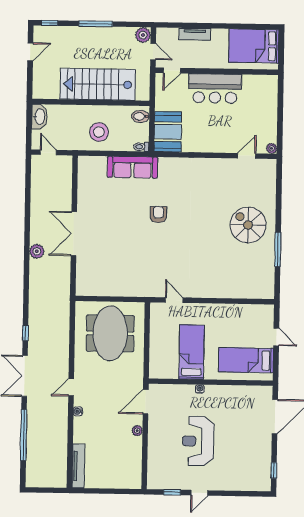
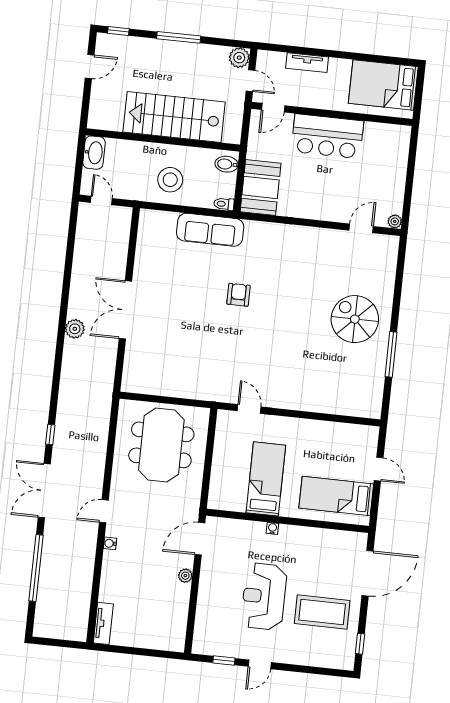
coffee table: (243, 449) -> (322, 612), added
tv unit: (78, 466) -> (103, 623), width x0.71

